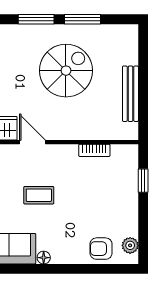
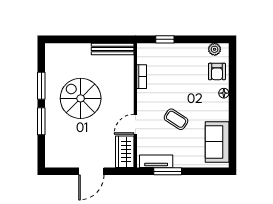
bench: (130, 94) -> (113, 49), moved
coffee table: (39, 195) -> (176, 119), turned -57
floor lamp: (44, 258) -> (224, 93), moved

